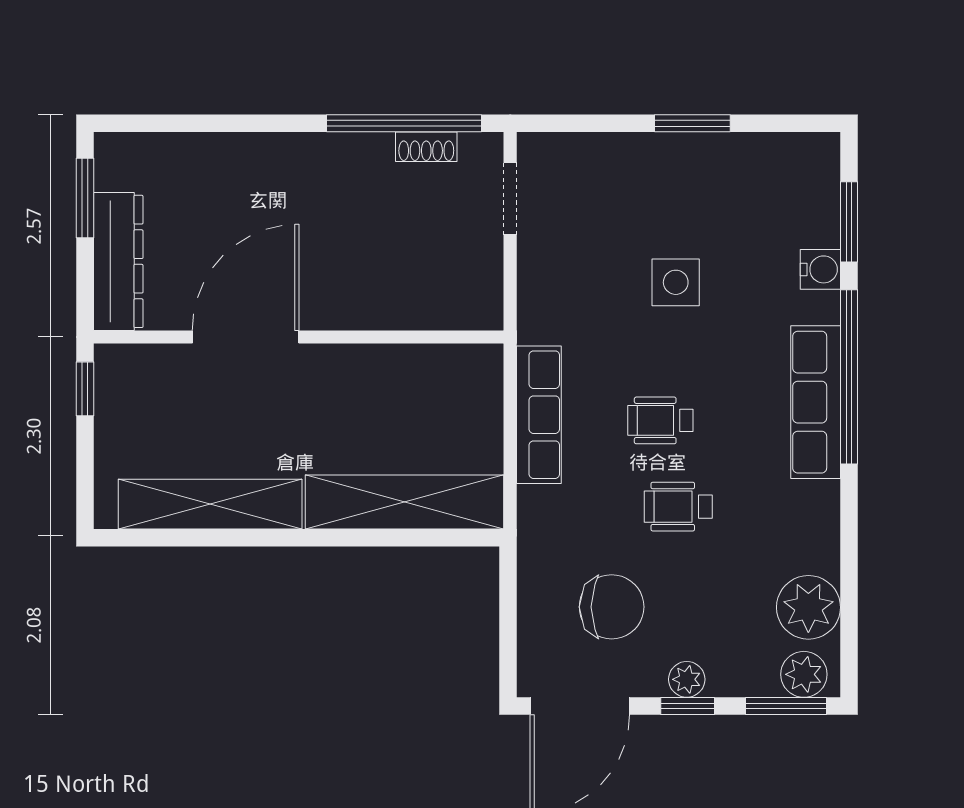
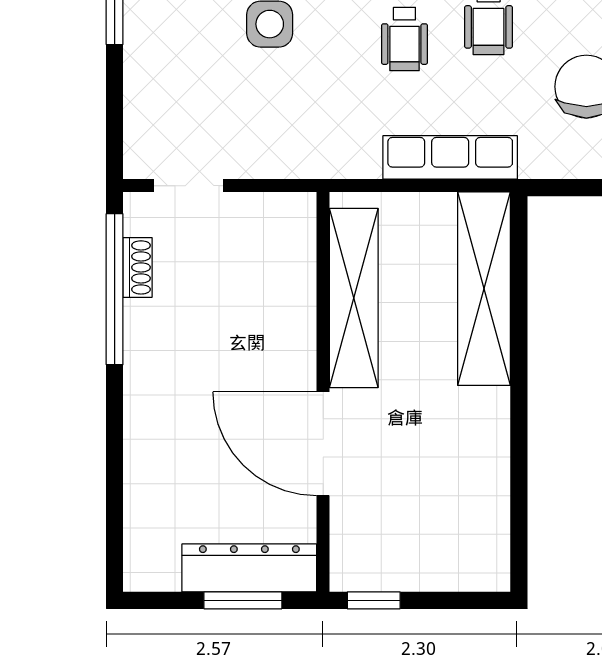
window: (85, 198) -> (243, 600), moved
row of seats: (539, 415) -> (450, 157), moved
shelving: (210, 504) -> (354, 298), moved

